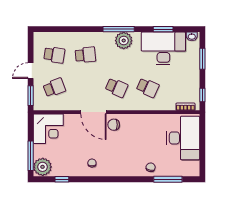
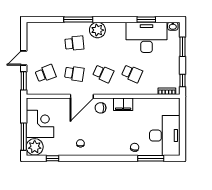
window: (119, 29) -> (78, 20), moved
plant: (124, 41) -> (97, 30), moved
school desk: (54, 55) -> (74, 74), moved
door: (93, 112) -> (82, 96), hinge flipped
filing cabinet: (138, 121) -> (123, 104), added
corner desk: (48, 129) -> (40, 124), moved, turned -90
desk: (183, 138) -> (165, 136), moved

